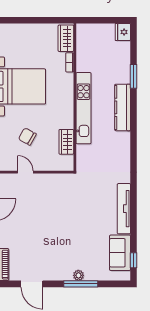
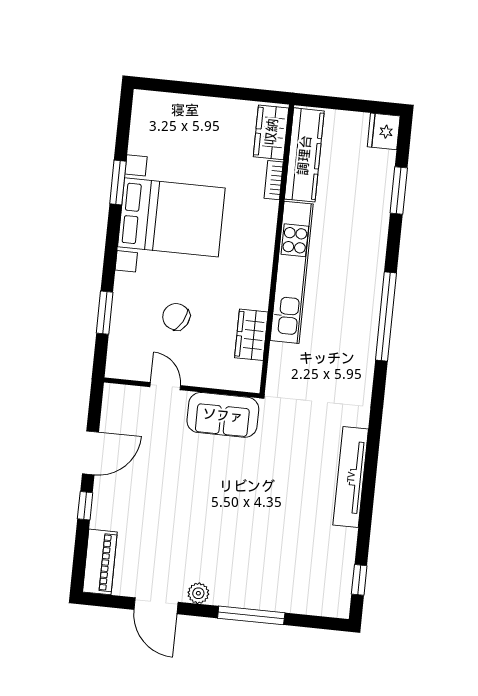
window: (134, 76) -> (399, 190), moved
kitchen counter: (123, 107) -> (304, 155), moved, turned 180
window: (134, 126) -> (386, 317), added
sofa: (120, 253) -> (223, 415), moved, turned -90
plant: (78, 275) -> (198, 593), moved

